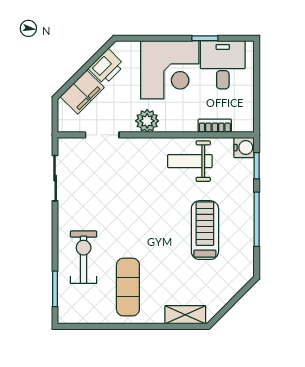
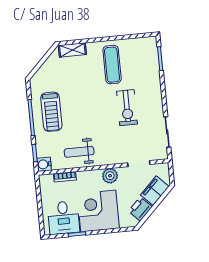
weight bench: (190, 161) -> (79, 152), turned 180
treadmill: (205, 230) -> (51, 112), moved
exercise bike: (84, 257) -> (127, 108), moved

